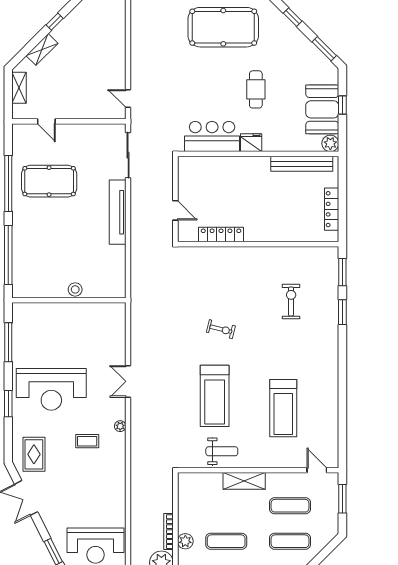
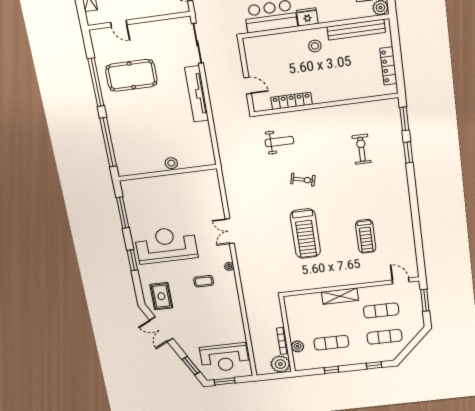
stool: (255, 176) -> (315, 46), added
reception desk: (51, 389) -> (166, 245), turned 180
treadmill: (283, 408) -> (366, 236), width x0.73, depth x0.73
weight bench: (222, 451) -> (279, 142), moved

